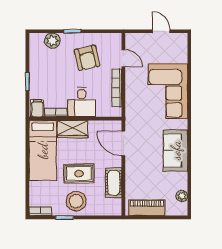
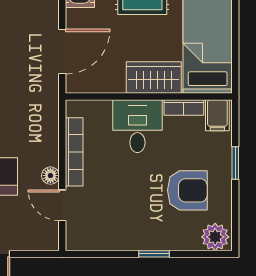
plant: (52, 41) -> (215, 237), moved
armchair: (87, 58) -> (187, 190), moved, turned 103
floor lamp: (130, 75) -> (50, 176), added
door: (123, 143) -> (62, 52), hinge flipped

